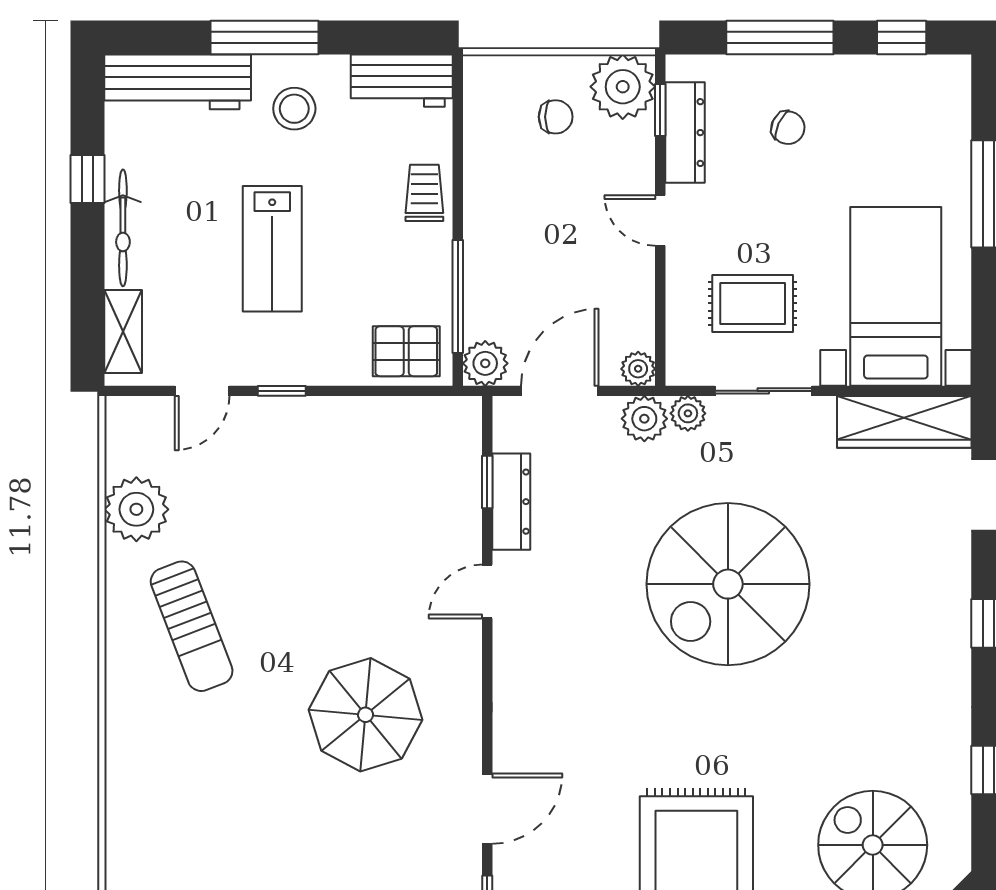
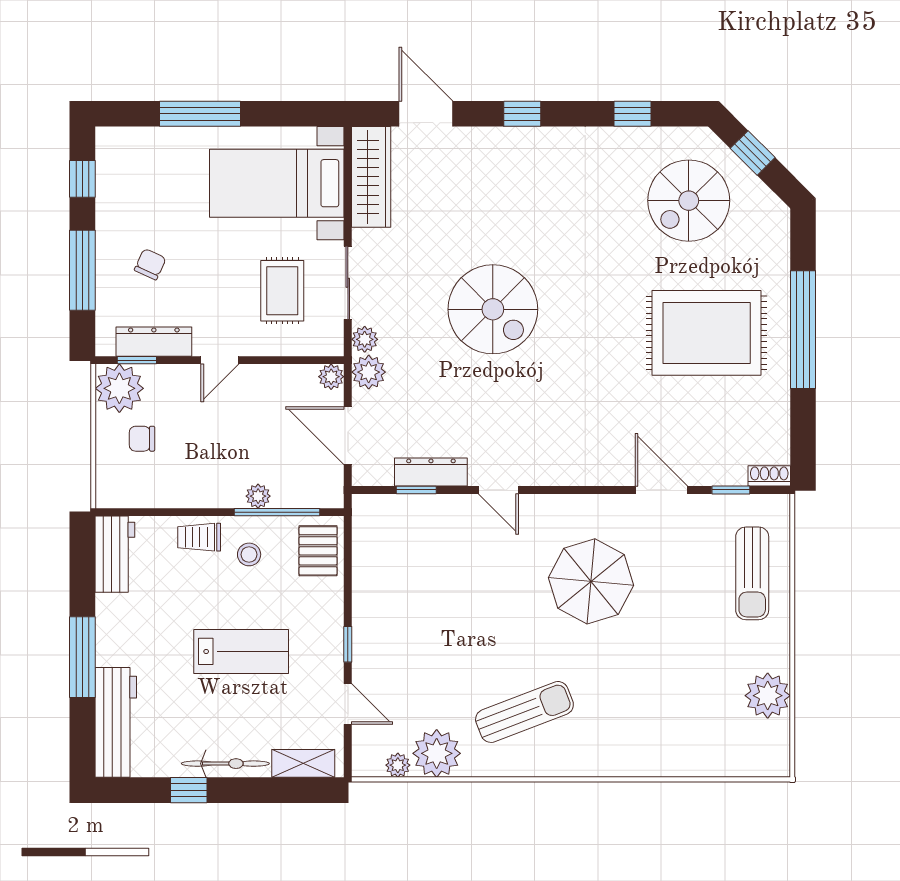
stool: (294, 109) -> (249, 554), moved, width x0.73, depth x0.73
chair: (556, 117) -> (142, 439), turned -90
plant: (485, 363) -> (258, 496), moved, width x0.73, depth x0.73
plant: (121, 457) -> (398, 765), added
spiral stairs: (728, 584) -> (493, 309), width x0.73, depth x0.73

